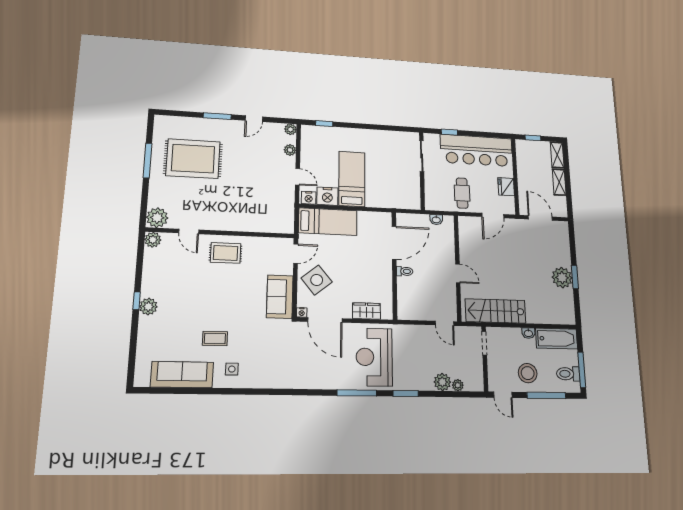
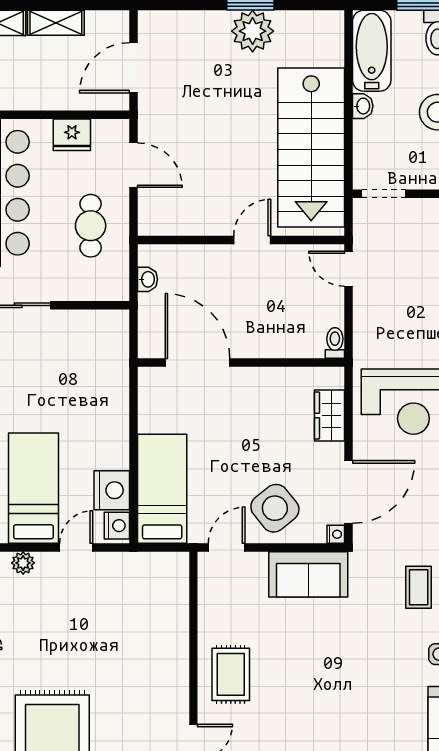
bed: (352, 179) -> (34, 488), moved, turned 90
cafe table: (462, 193) -> (91, 226), turned 90
door: (296, 254) -> (227, 547), hinge flipped
toilet: (405, 271) -> (335, 343), moved
stairs: (496, 311) -> (311, 148), width x1.36, depth x1.51
door: (445, 323) -> (348, 269), swing flipped
coffee table: (215, 339) -> (419, 587), moved

